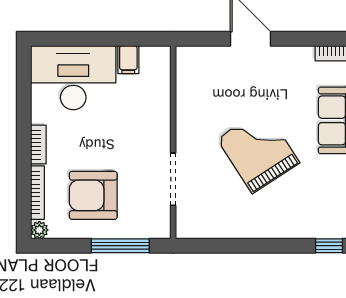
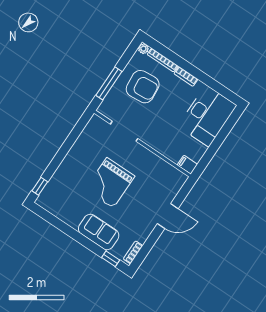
filing cabinet: (128, 60) -> (187, 165), moved
grand piano: (258, 151) -> (110, 183), turned 123
armchair: (93, 195) -> (143, 87), turned 85

